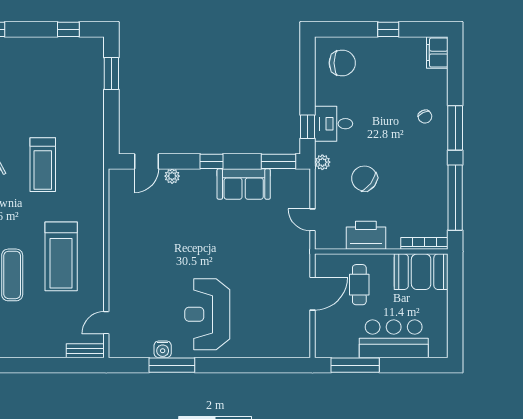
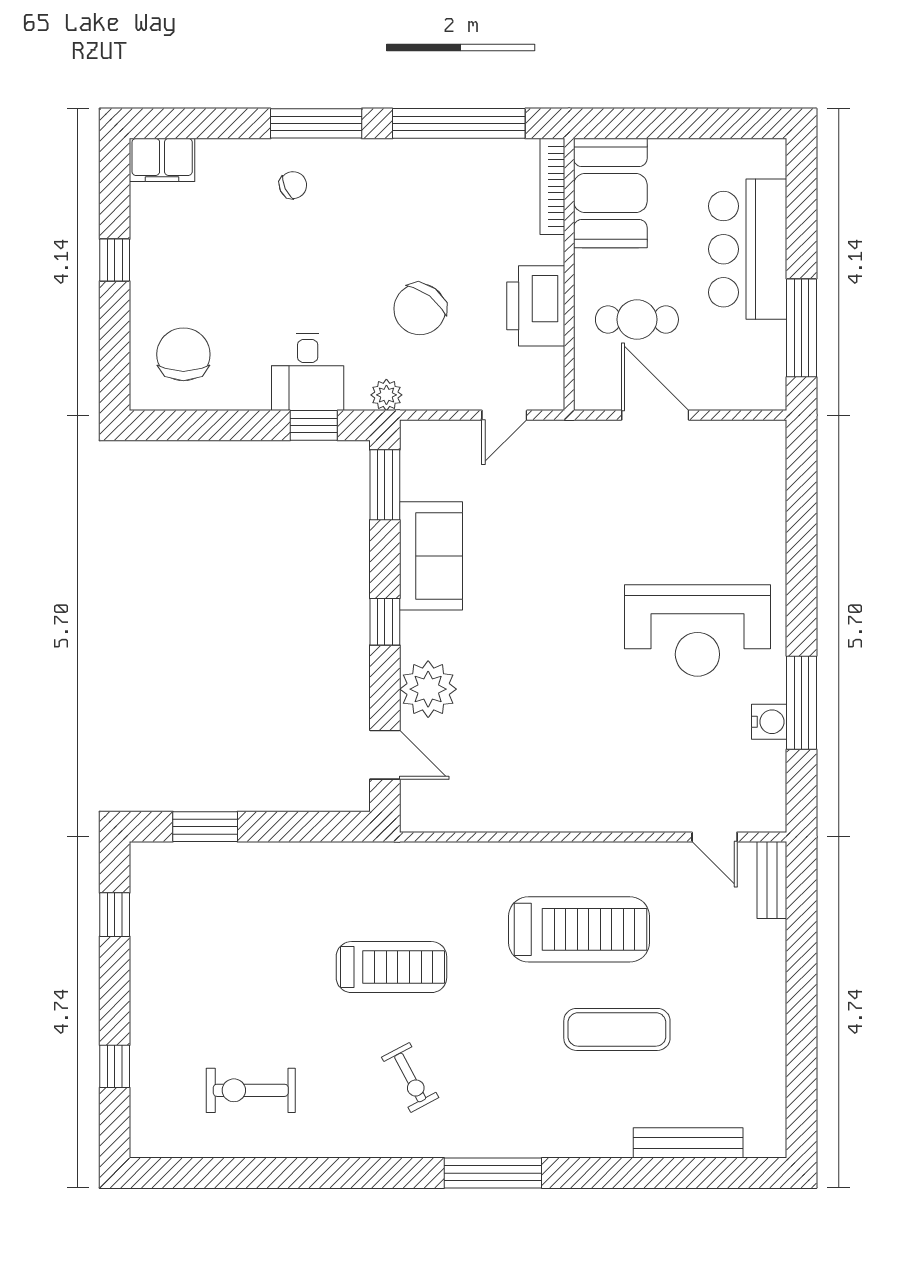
plant: (172, 176) -> (428, 689), width x1.87, depth x1.87

